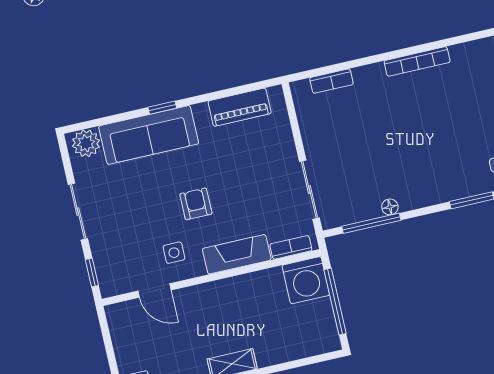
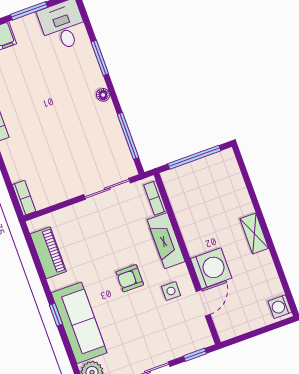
bookcase: (331, 81) -> (24, 198), moved
floor lamp: (390, 207) -> (103, 95), moved
washing machine: (306, 280) -> (211, 268), moved

